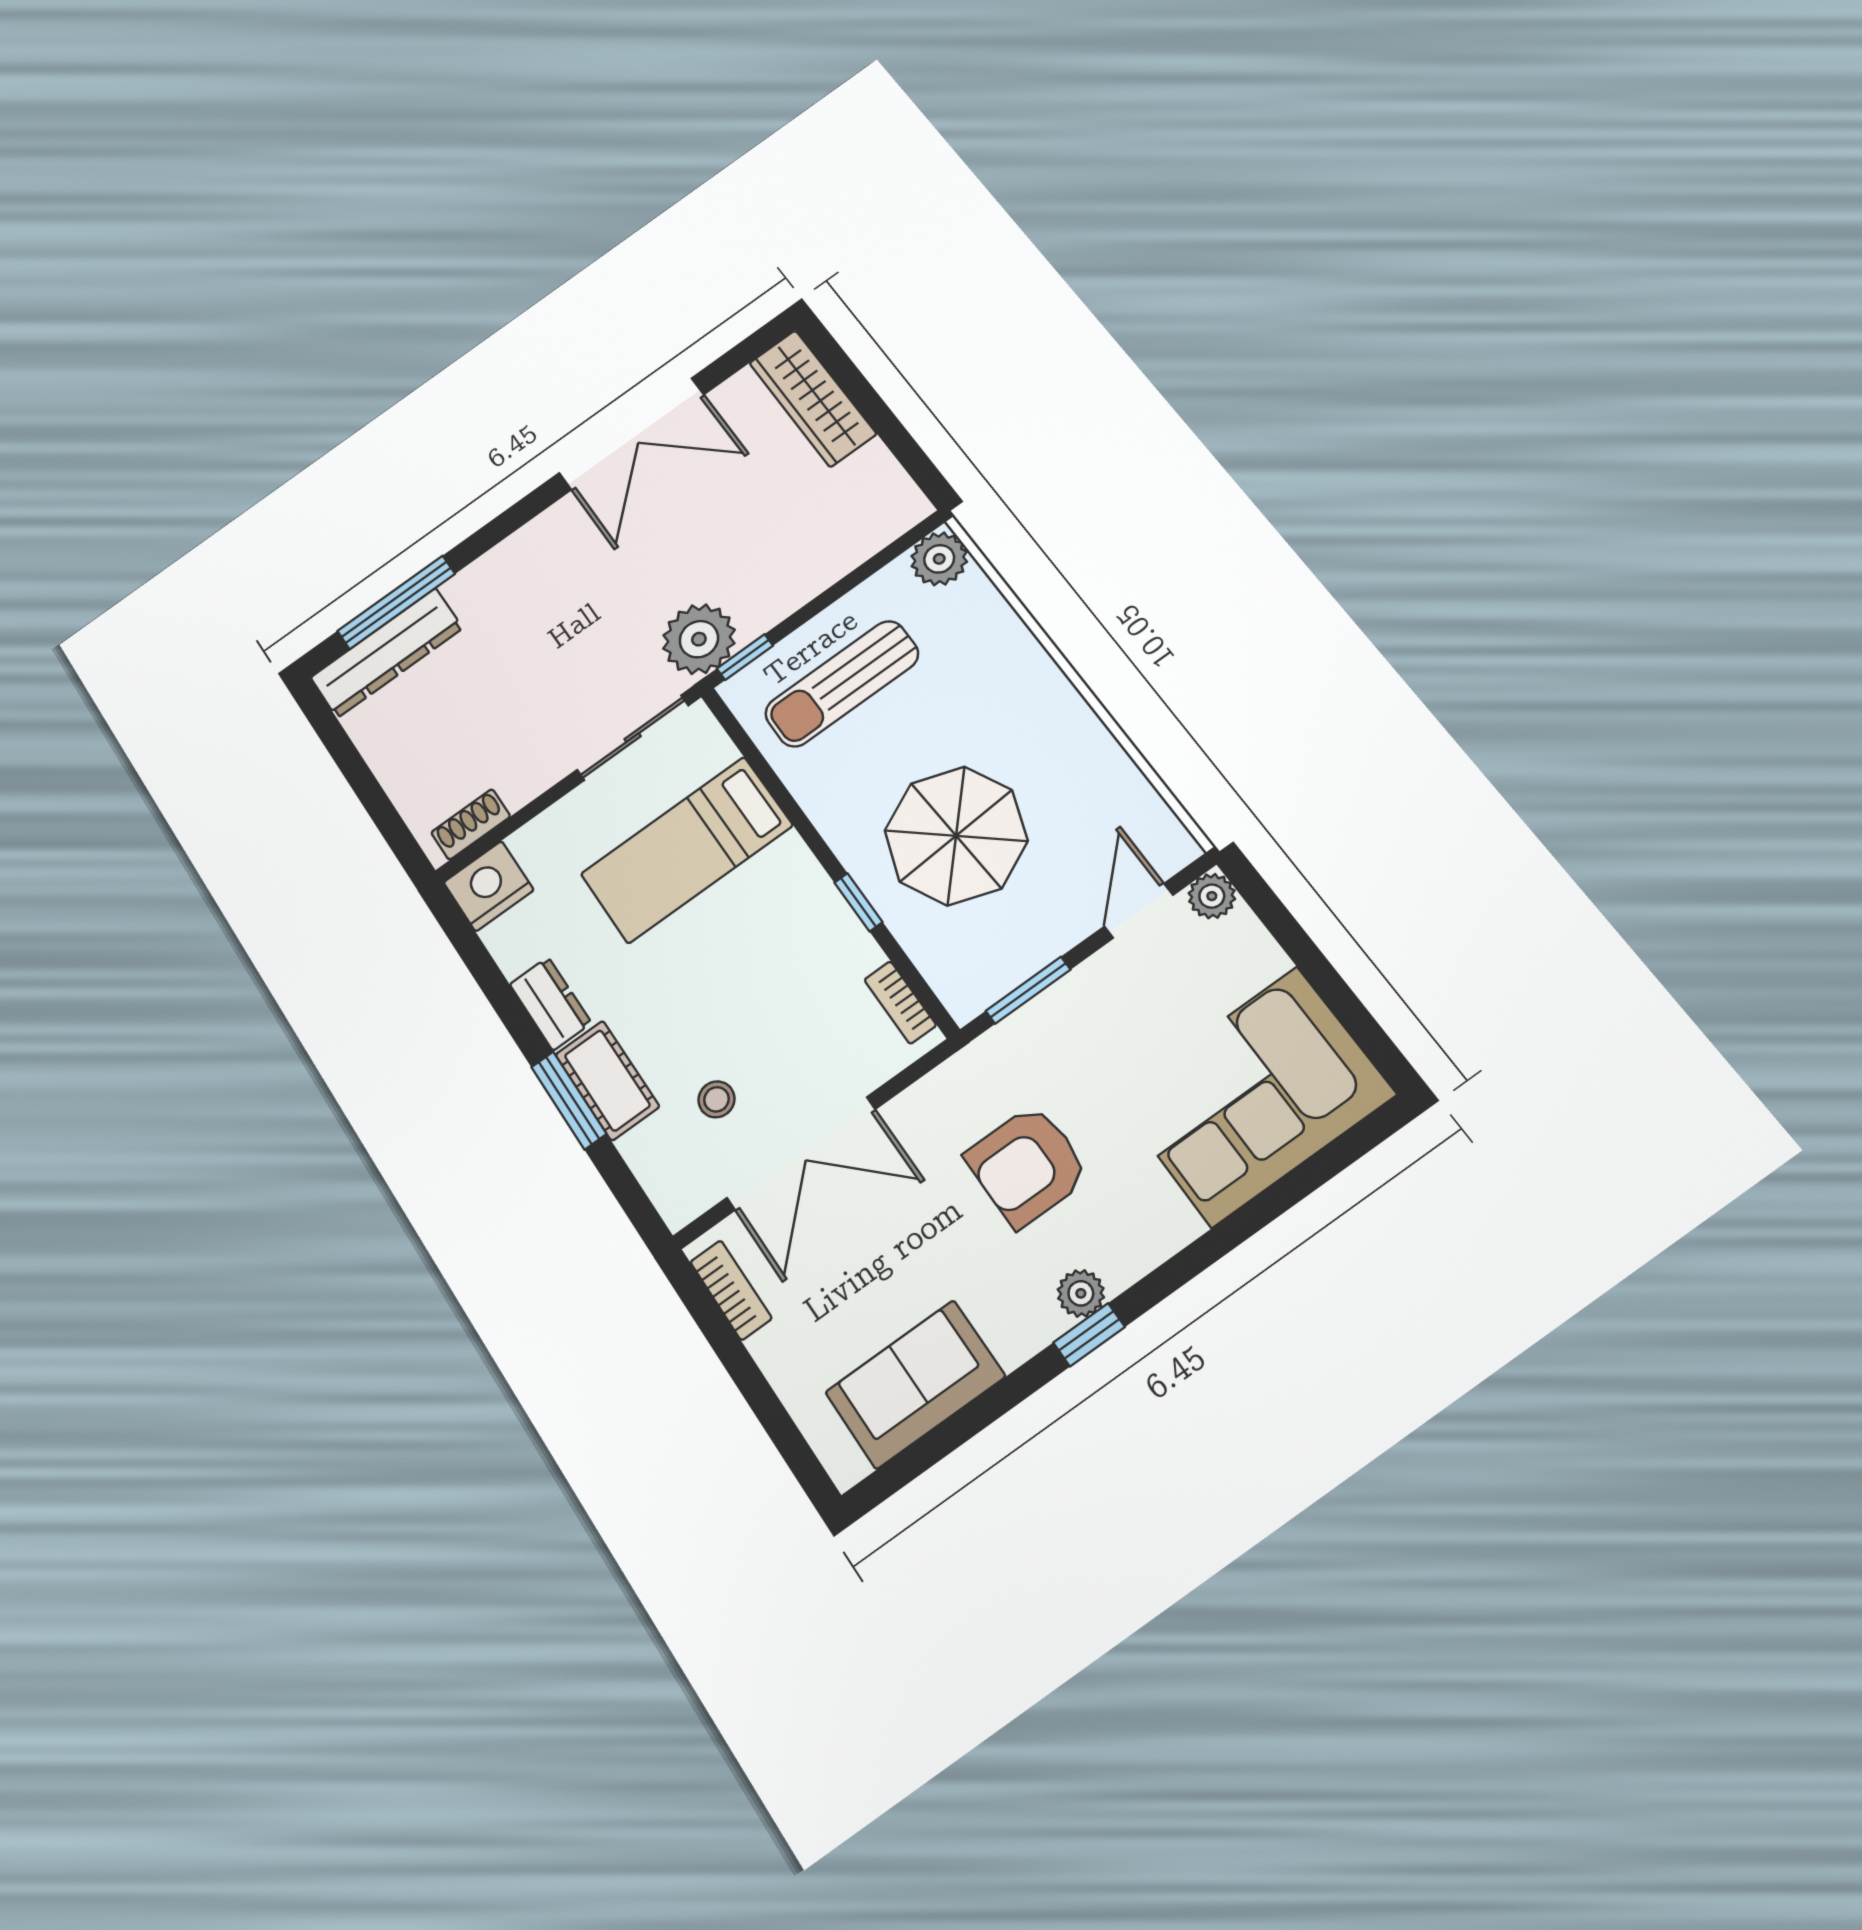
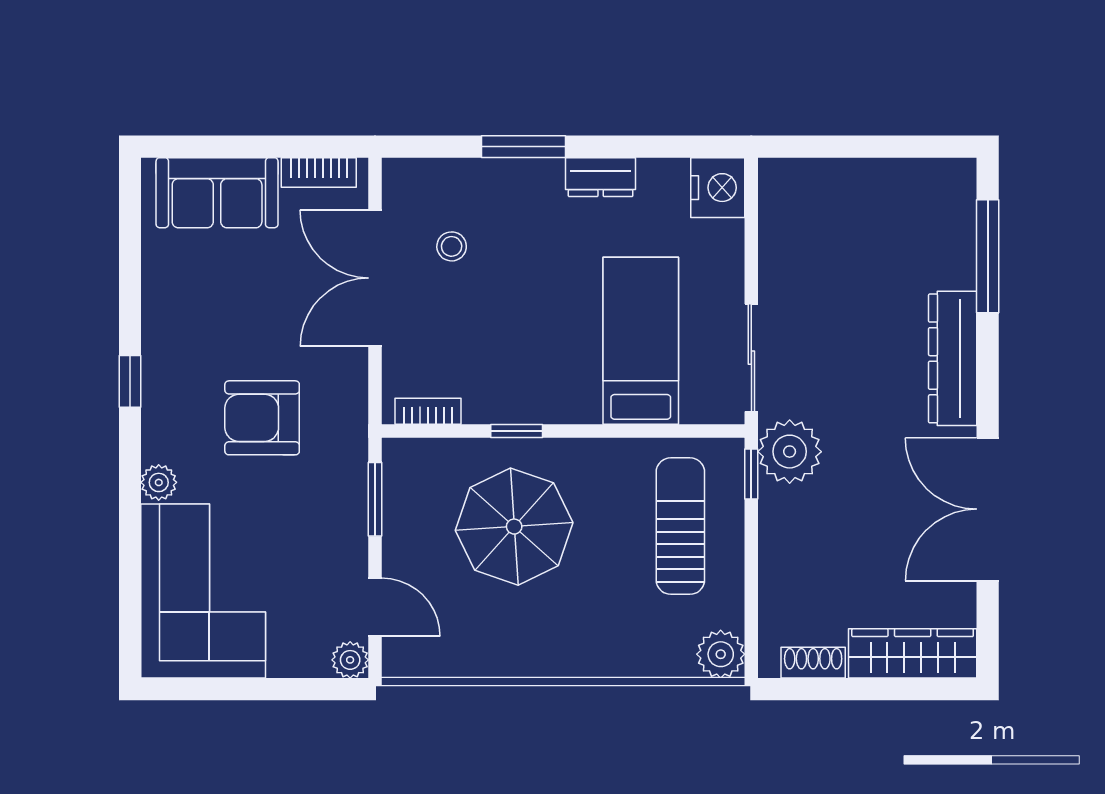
dresser: (386, 653) -> (953, 358), moved
shoe rack: (471, 824) -> (813, 663), moved, turned -90
cot: (607, 1080) -> (518, 181), removed
armchair: (1027, 1166) -> (262, 418), turned -90
plant: (1081, 1293) -> (159, 482), moved
sofa: (915, 1384) -> (217, 193), moved, turned 90

